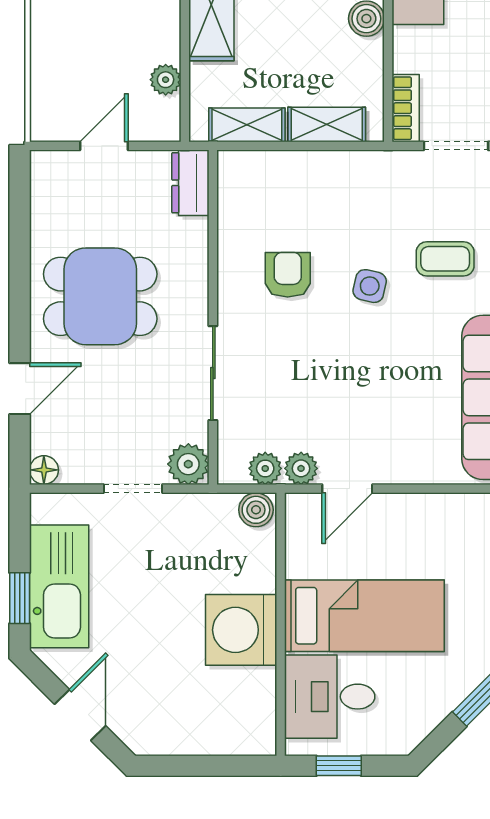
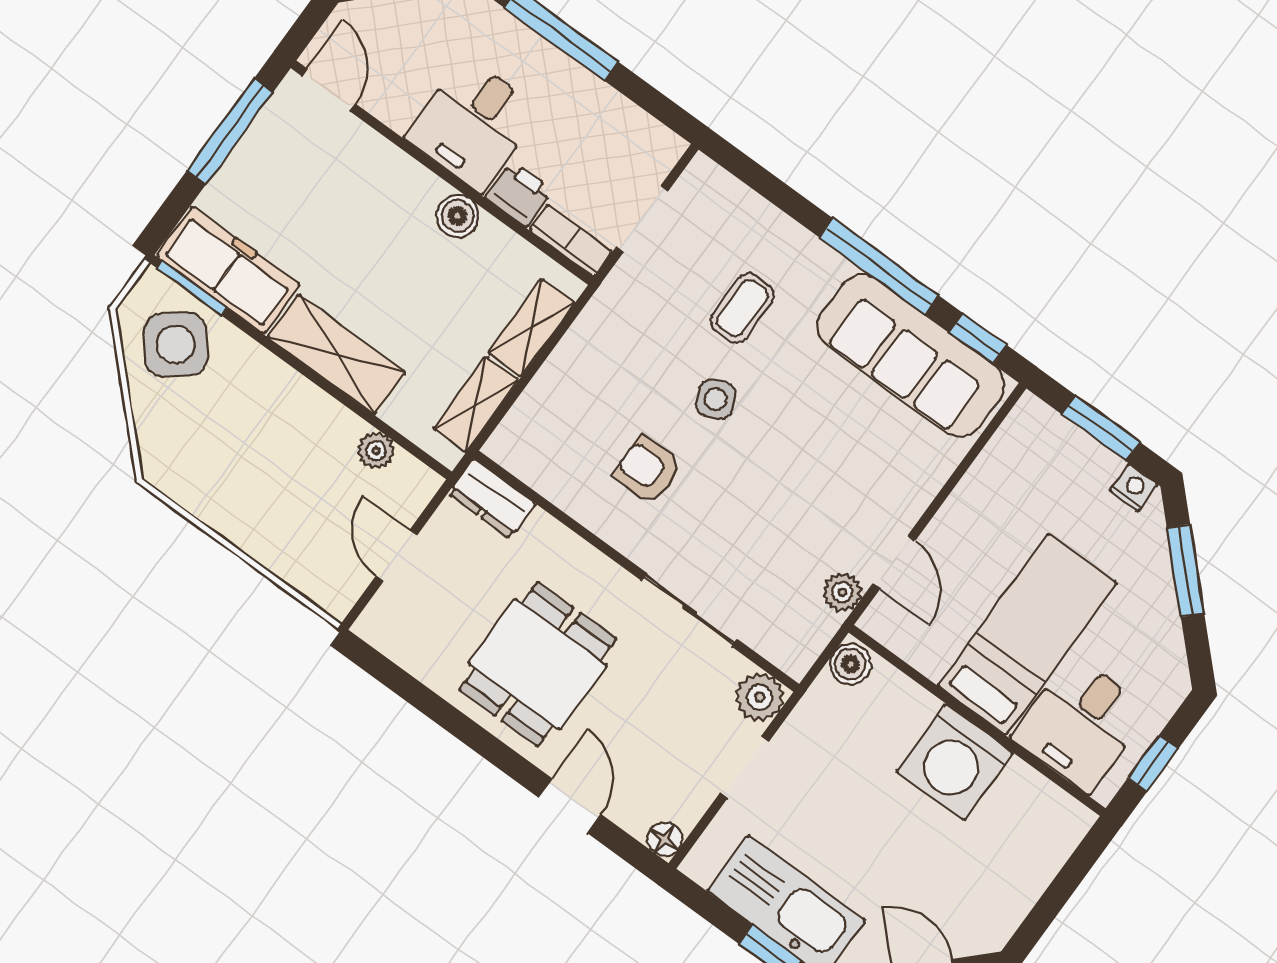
printer: (412, 50) -> (519, 194), added
side table: (370, 286) -> (716, 399), turned -37
plant: (265, 468) -> (817, 626), removed

